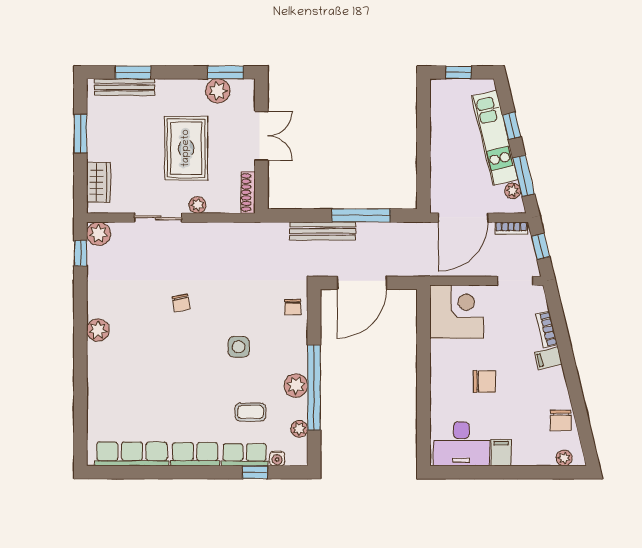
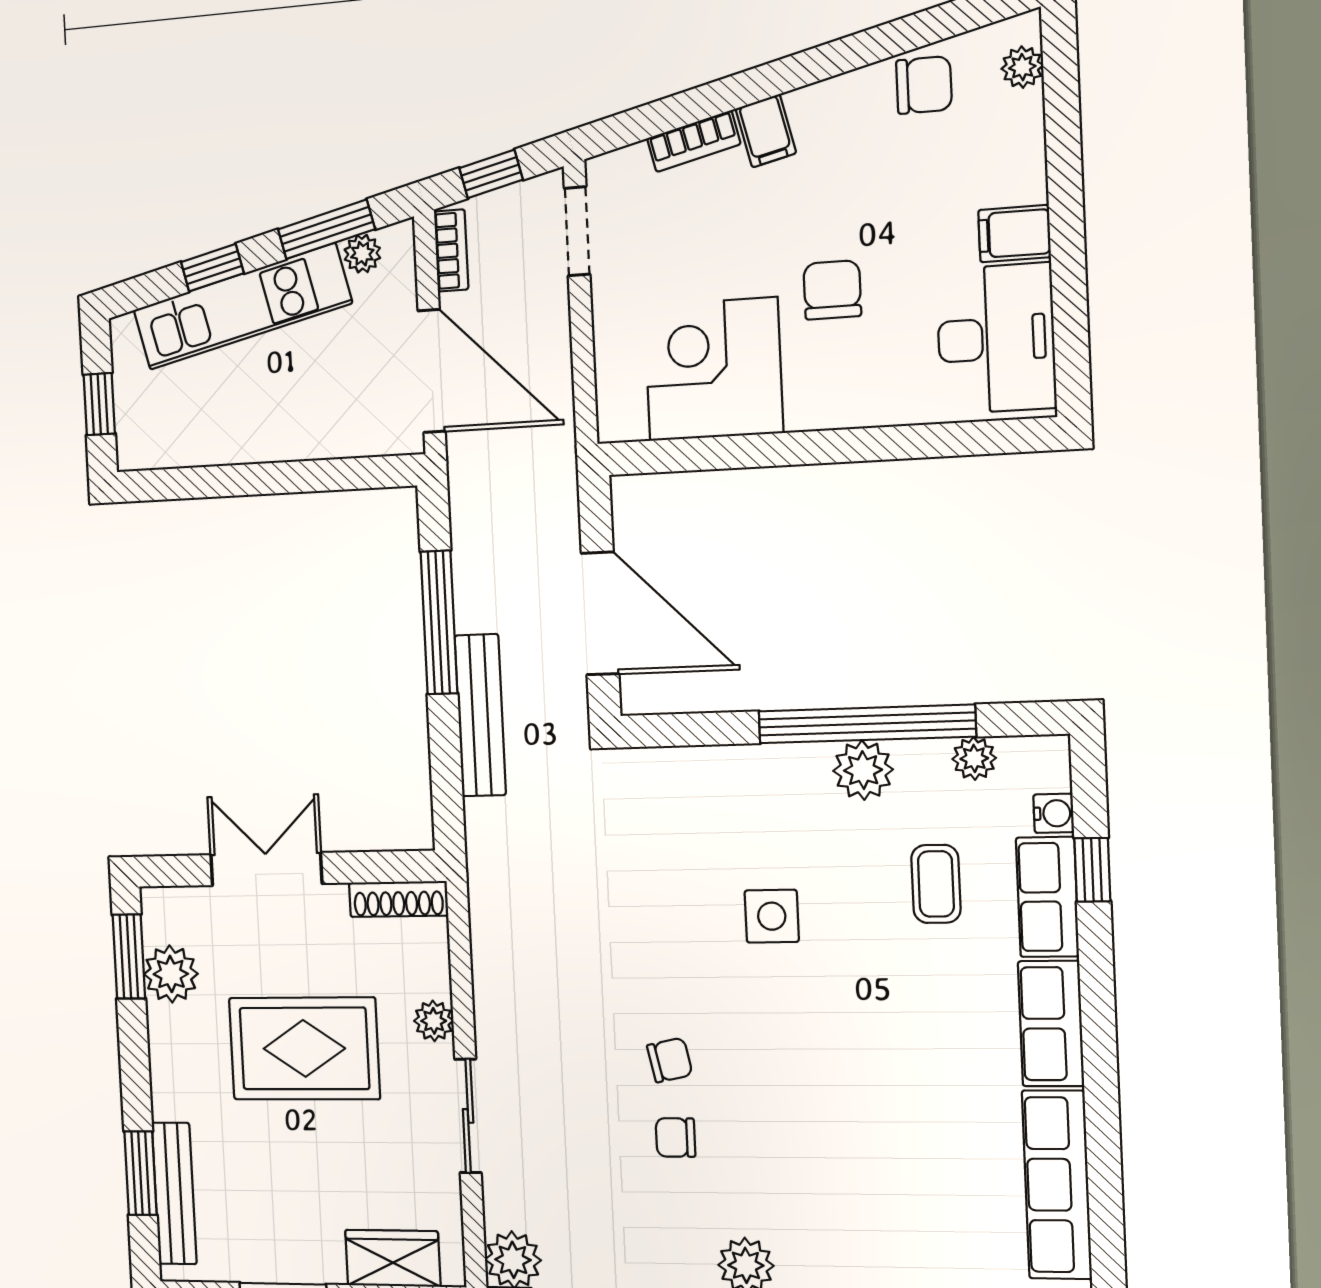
chair: (293, 307) -> (675, 1137), moved, turned 180
corner desk: (457, 312) -> (713, 369), moved

